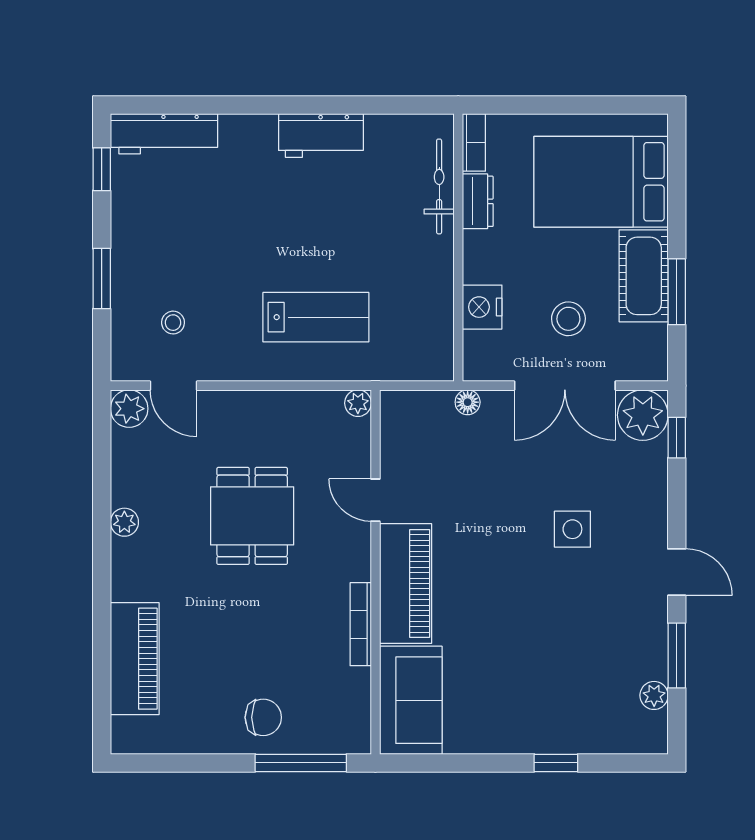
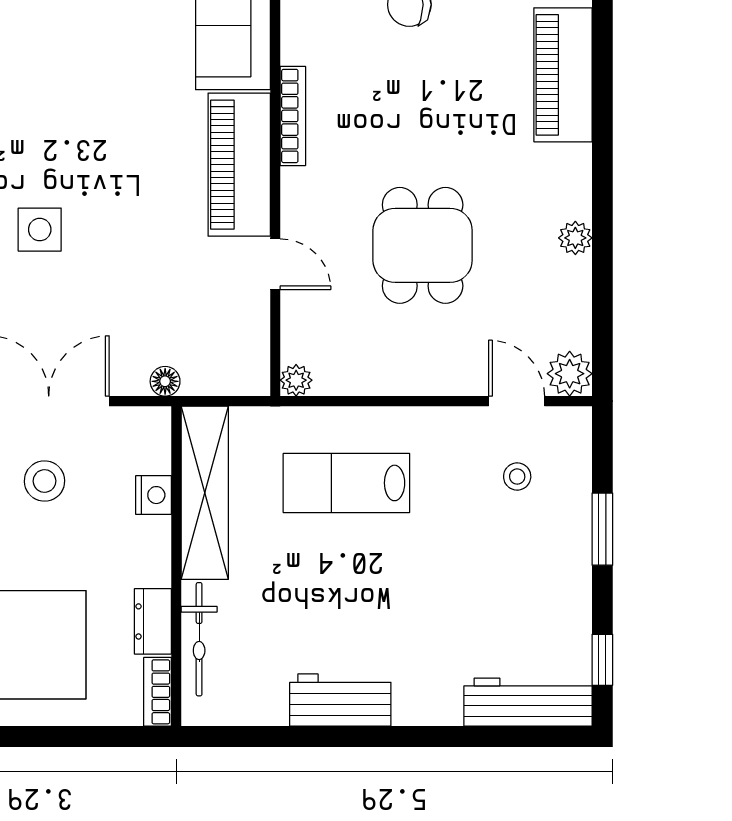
nightstand: (482, 307) -> (153, 495), width x0.74, depth x0.75
shelving: (434, 309) -> (205, 493), added

